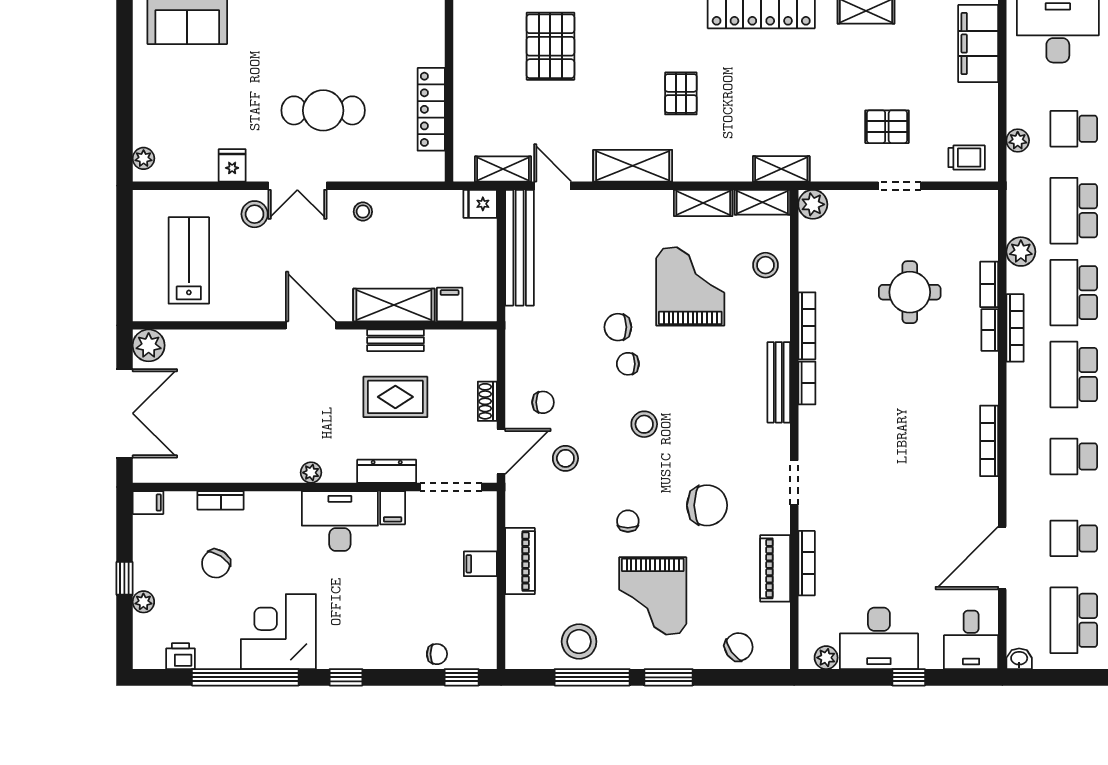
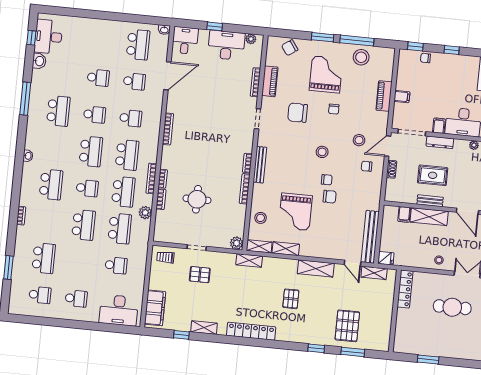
locker: (431, 109) -> (405, 289), moved
plant: (1018, 140) -> (142, 263), removed
window: (346, 677) -> (452, 50), moved

